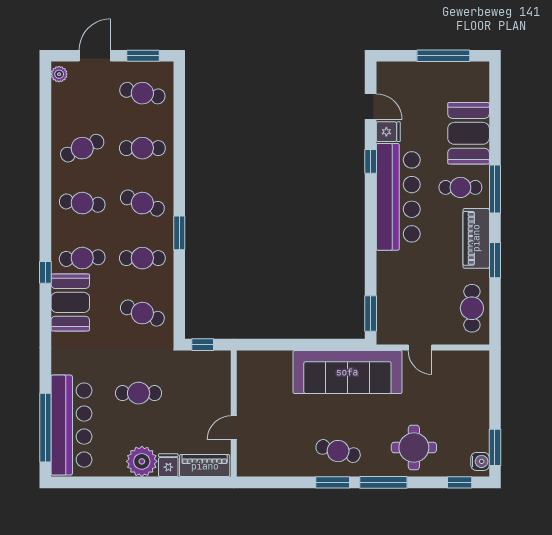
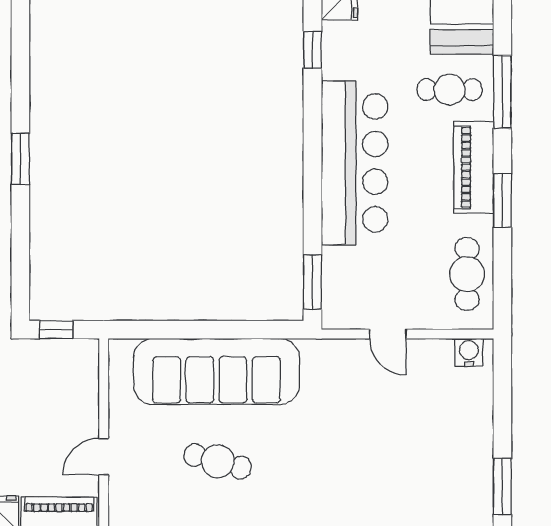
bar counter: (398, 197) -> (355, 163), moved
sofa: (347, 372) -> (216, 371), moved
round table: (414, 448) -> (379, 487), removed
cafe table: (338, 451) -> (218, 461), moved
water cooler: (480, 461) -> (469, 352), moved, turned -90

